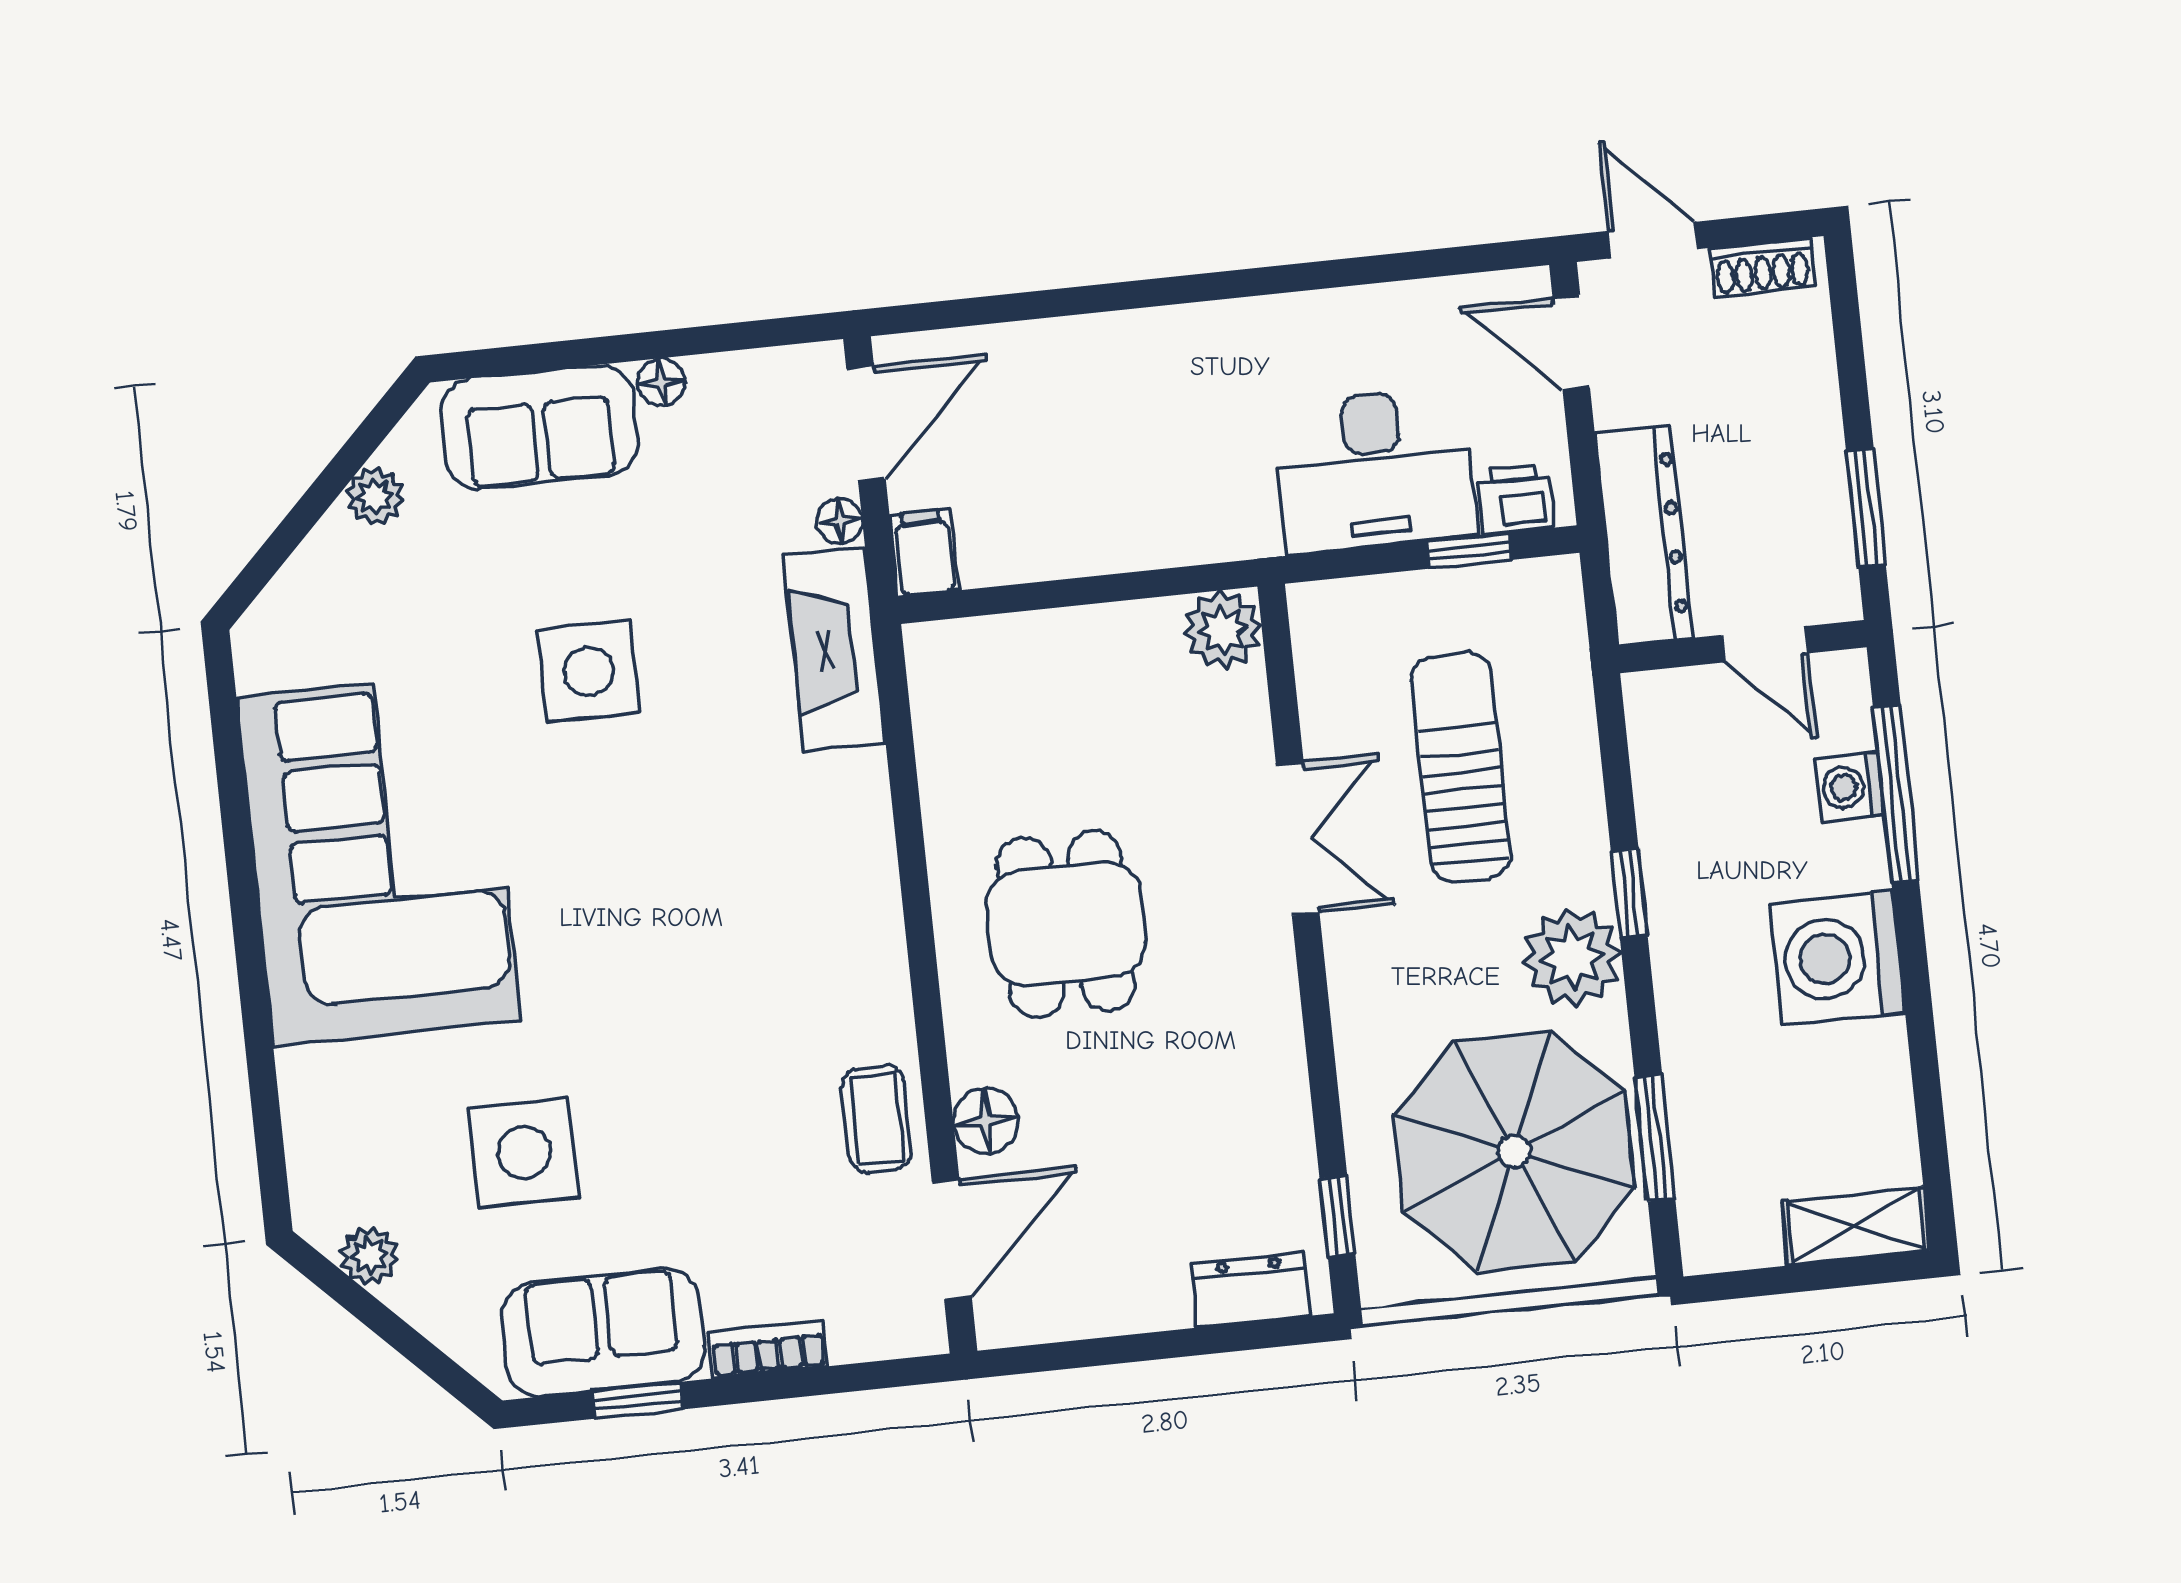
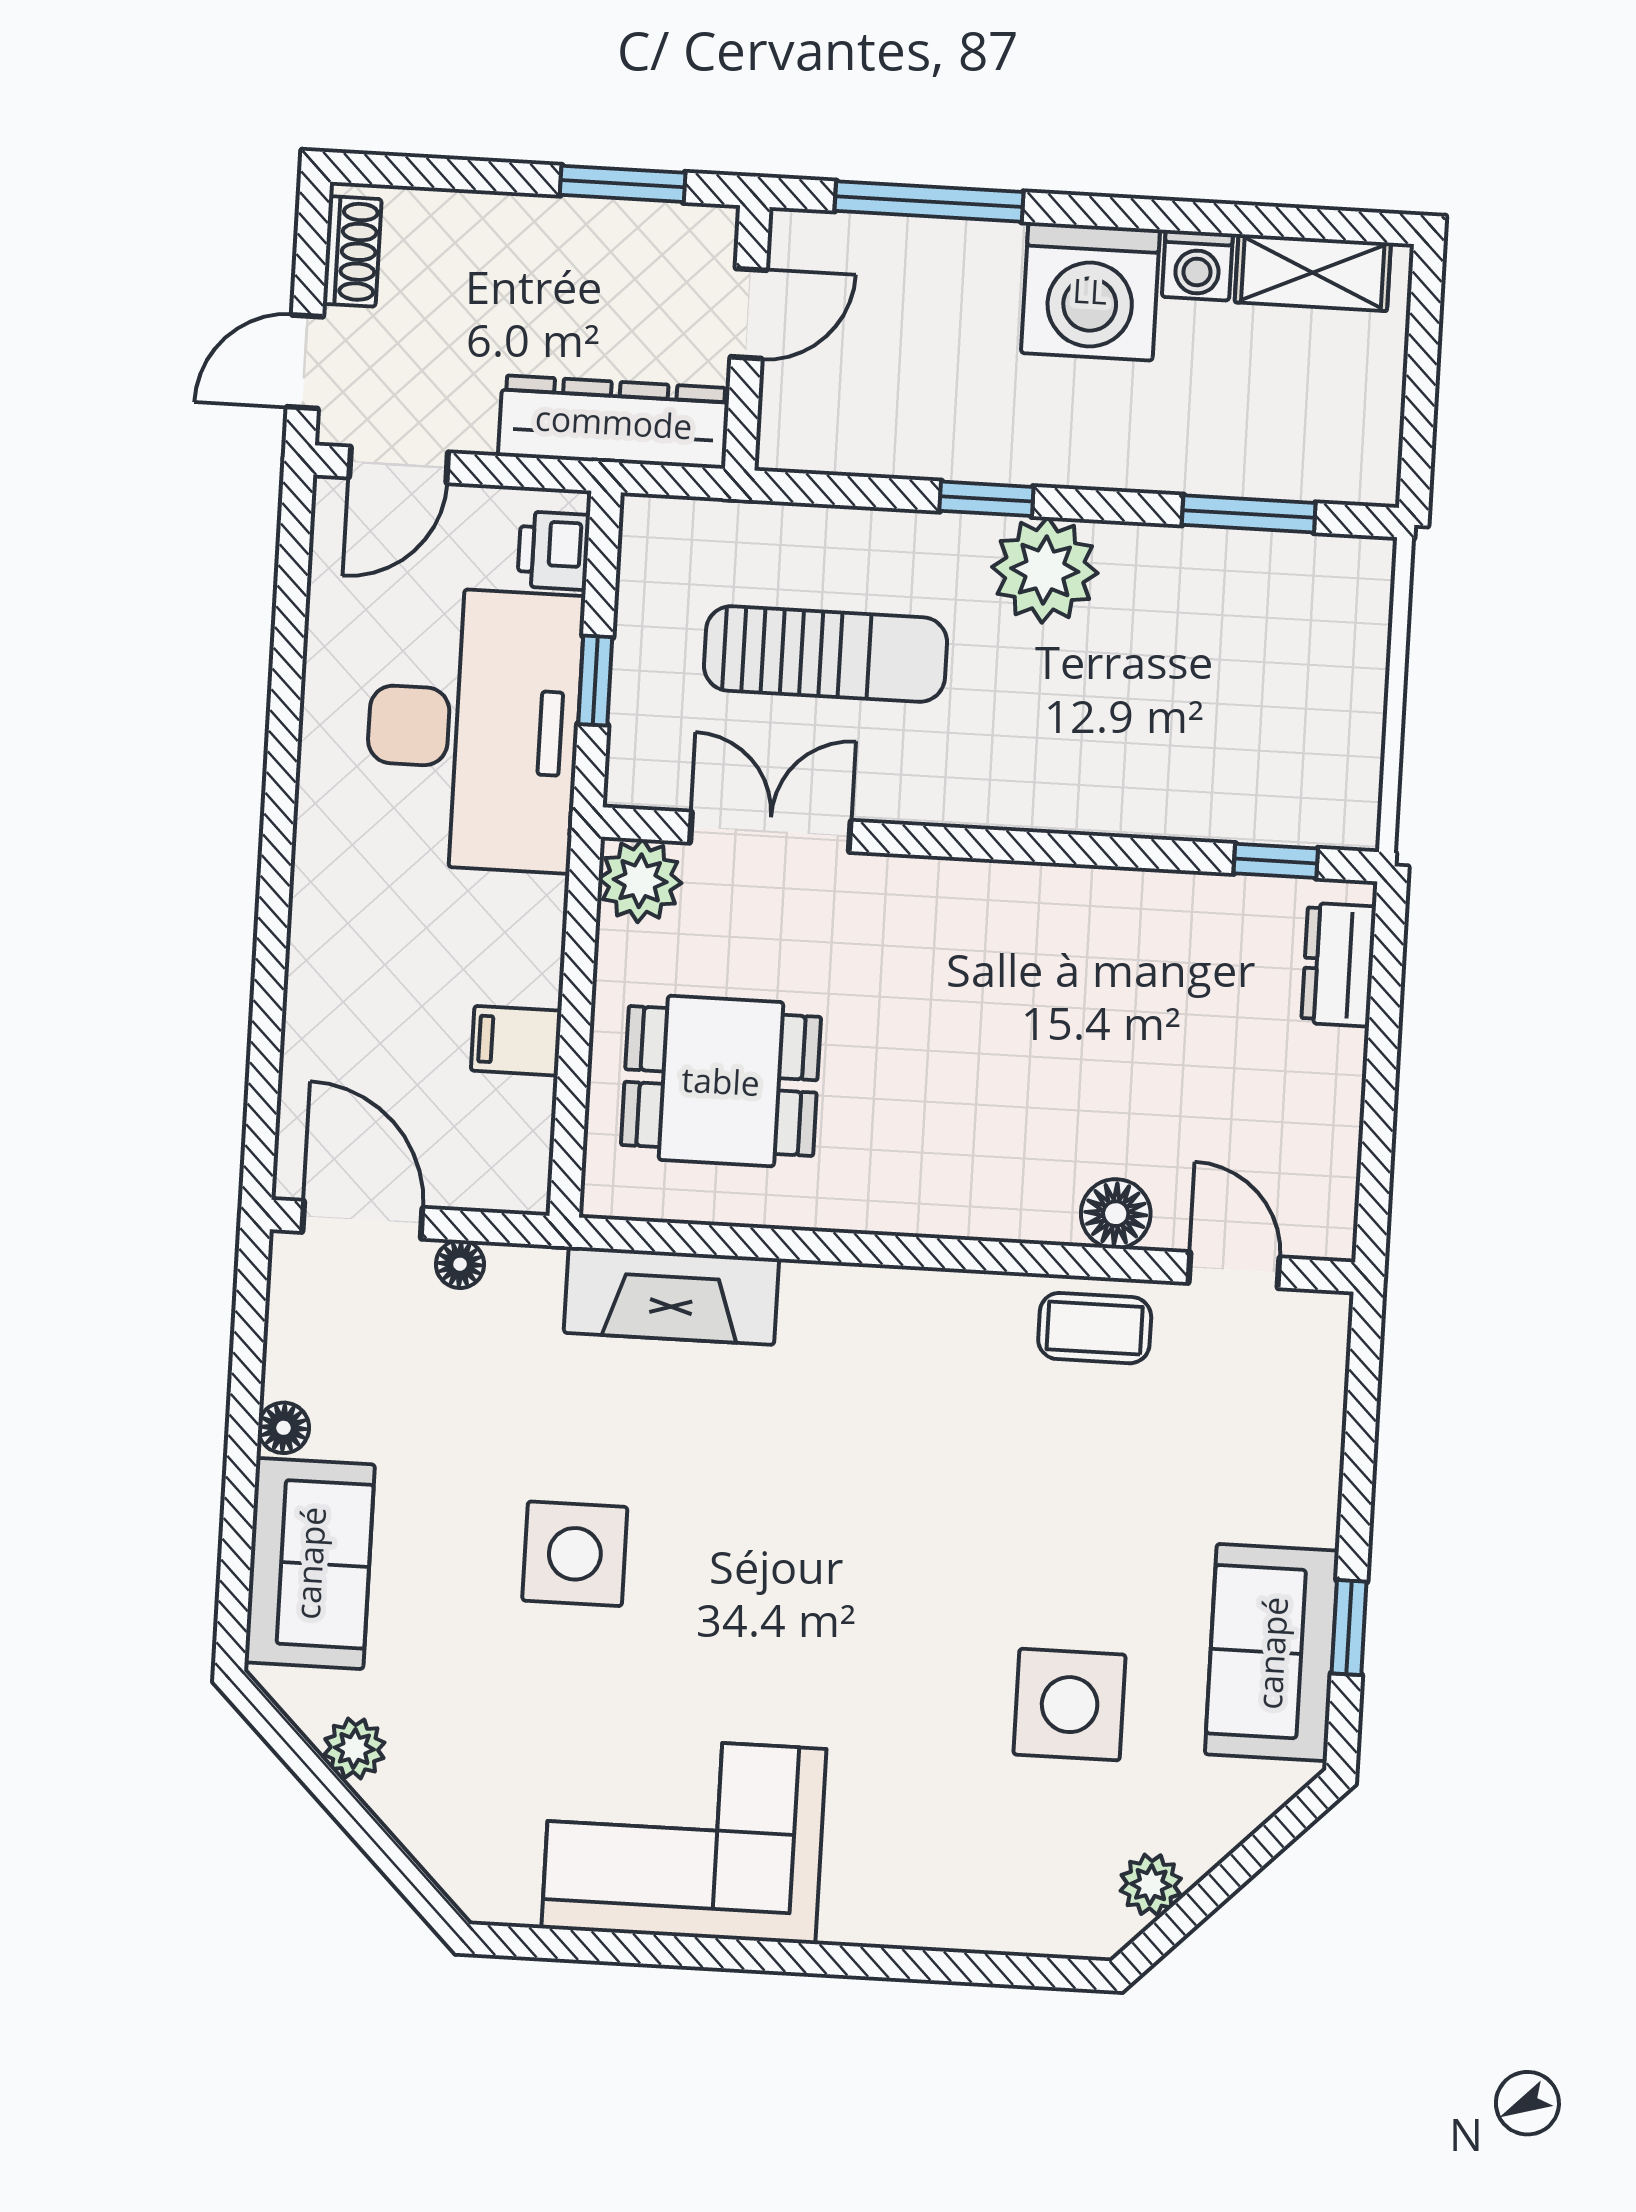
desk: (1375, 471) -> (473, 729), width x1.36, depth x1.30
window: (1469, 550) -> (595, 681), moved
filing cabinet: (924, 553) -> (516, 1041), moved
fireplace: (835, 649) -> (671, 1296), moved
sun lounger: (1461, 767) -> (825, 654), turned 180
washing machine: (1850, 787) -> (1197, 265), moved
double door: (1298, 839) -> (770, 832), moved
corner sofa: (379, 859) -> (684, 1839), width x0.73, depth x0.74
dining table: (1066, 924) -> (721, 1081), moved
parasol: (1514, 1151) -> (1238, 664), removed
shelving: (1856, 1226) -> (1313, 273), moved, turned 90
door: (952, 1239) -> (1234, 1270), width x0.73
bookcase: (768, 1349) -> (1318, 1482), removed

